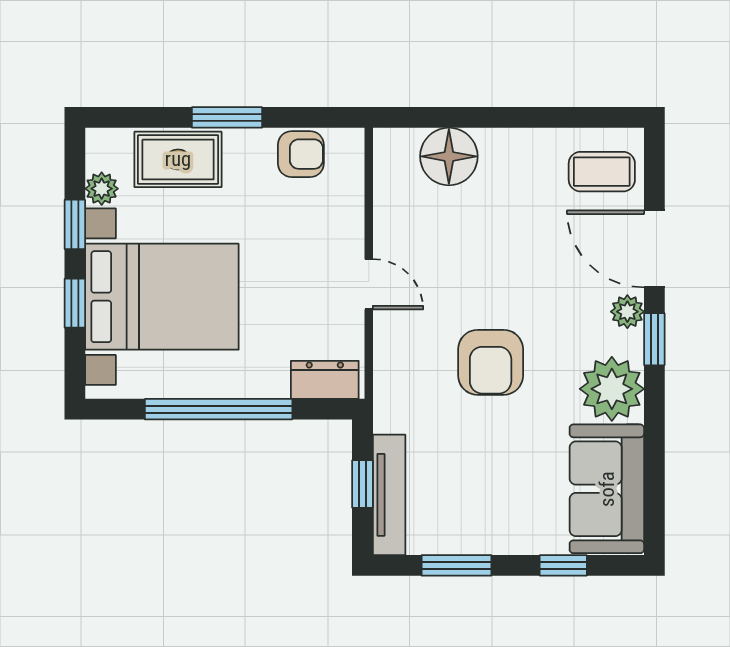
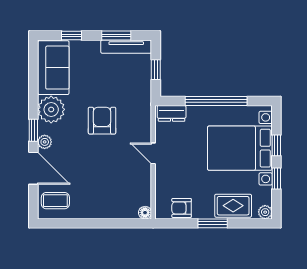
floor lamp: (449, 156) -> (145, 213), moved, width x0.53, depth x0.53
plant: (102, 189) -> (265, 212), moved
tv unit: (389, 495) -> (126, 47), moved, turned -90

